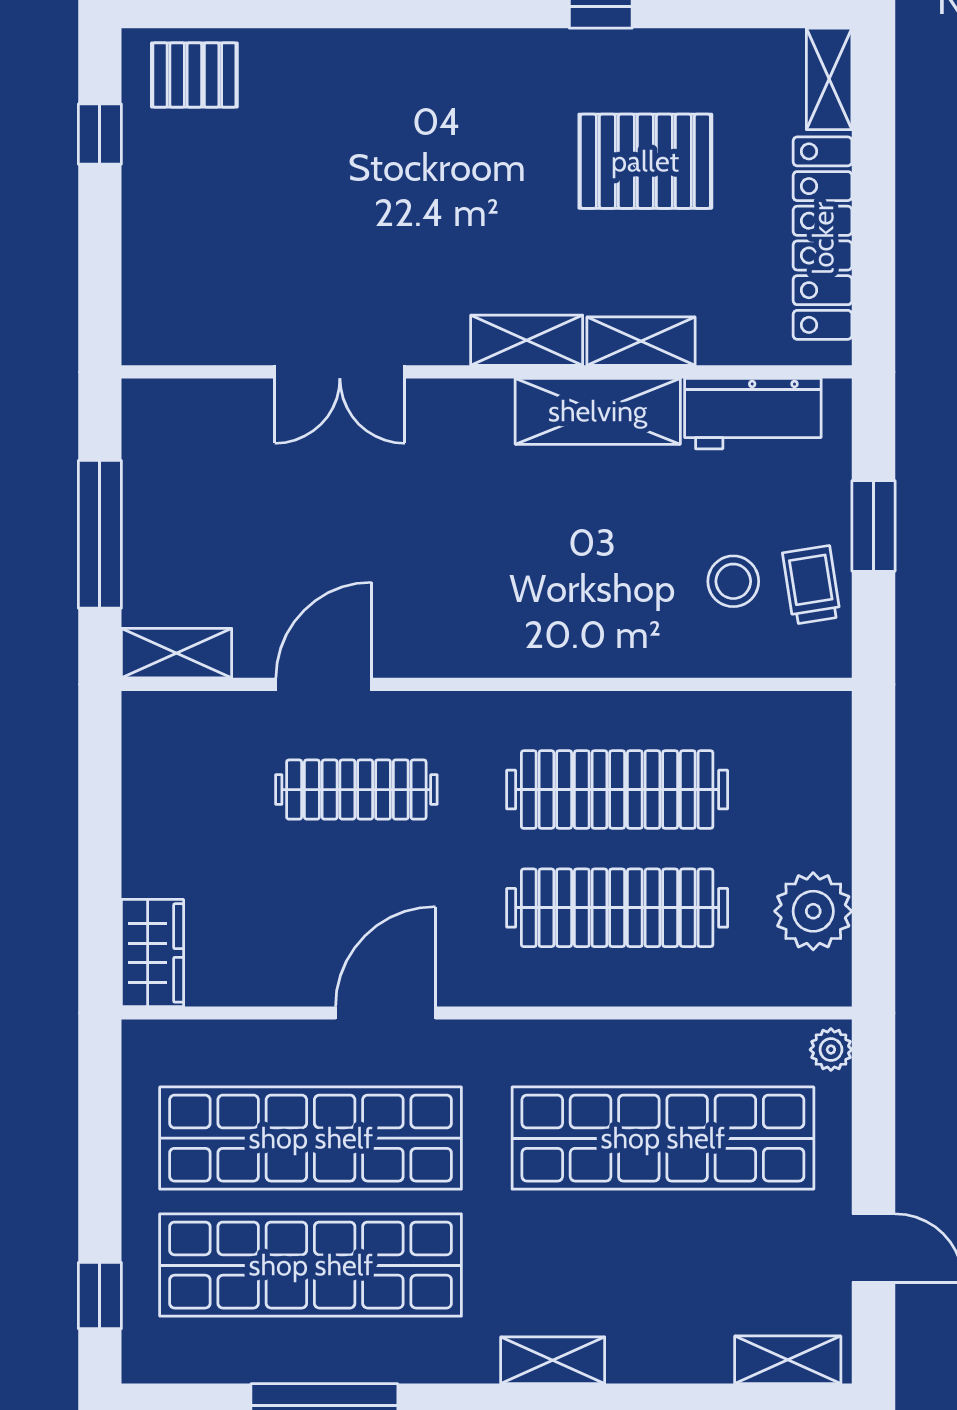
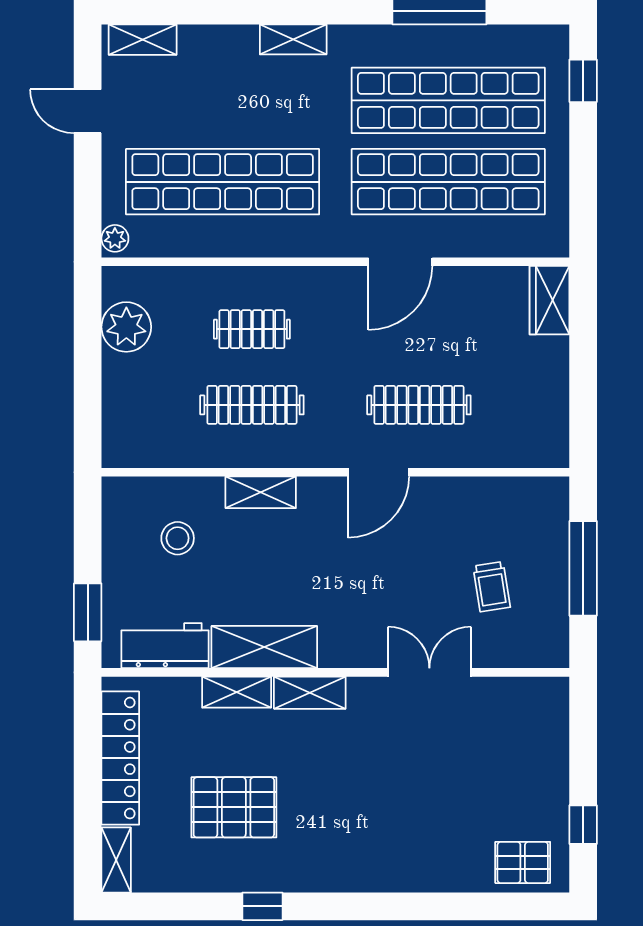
window: (874, 526) -> (88, 612), moved
trolley: (812, 585) -> (492, 587), moved
shelving: (177, 653) -> (261, 492), moved
door: (324, 684) -> (378, 472), moved
clothes rail: (617, 790) -> (252, 405), width x0.73, depth x0.76
clothes rail: (617, 908) -> (252, 329), width x0.54, depth x0.76

